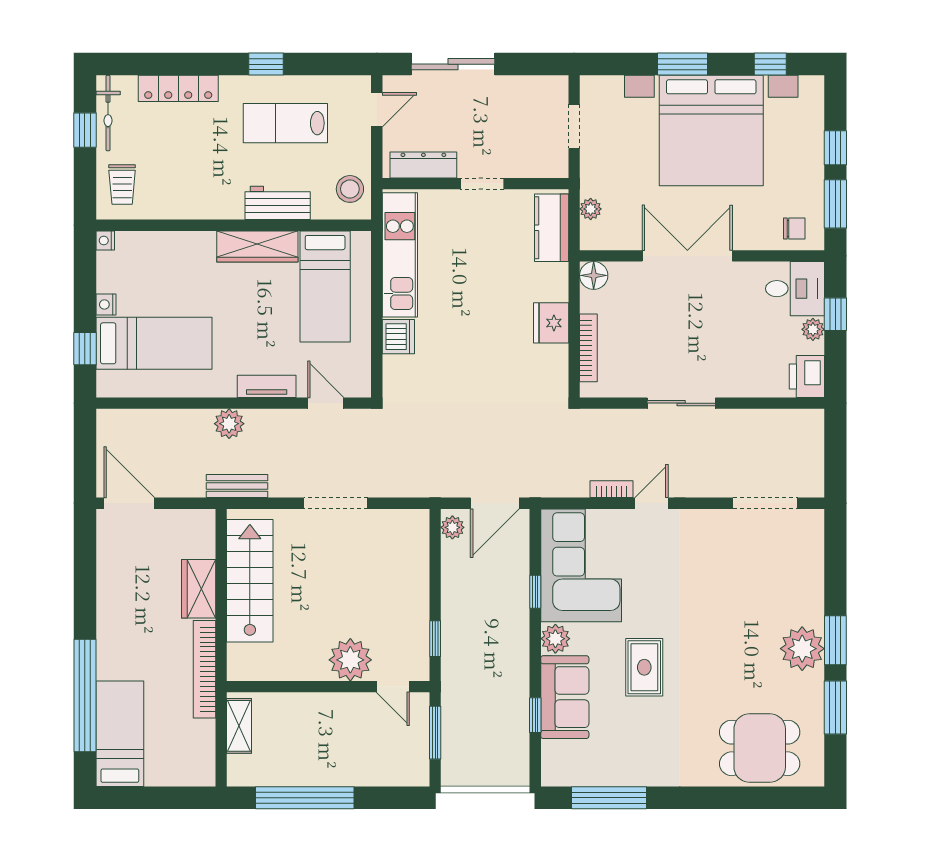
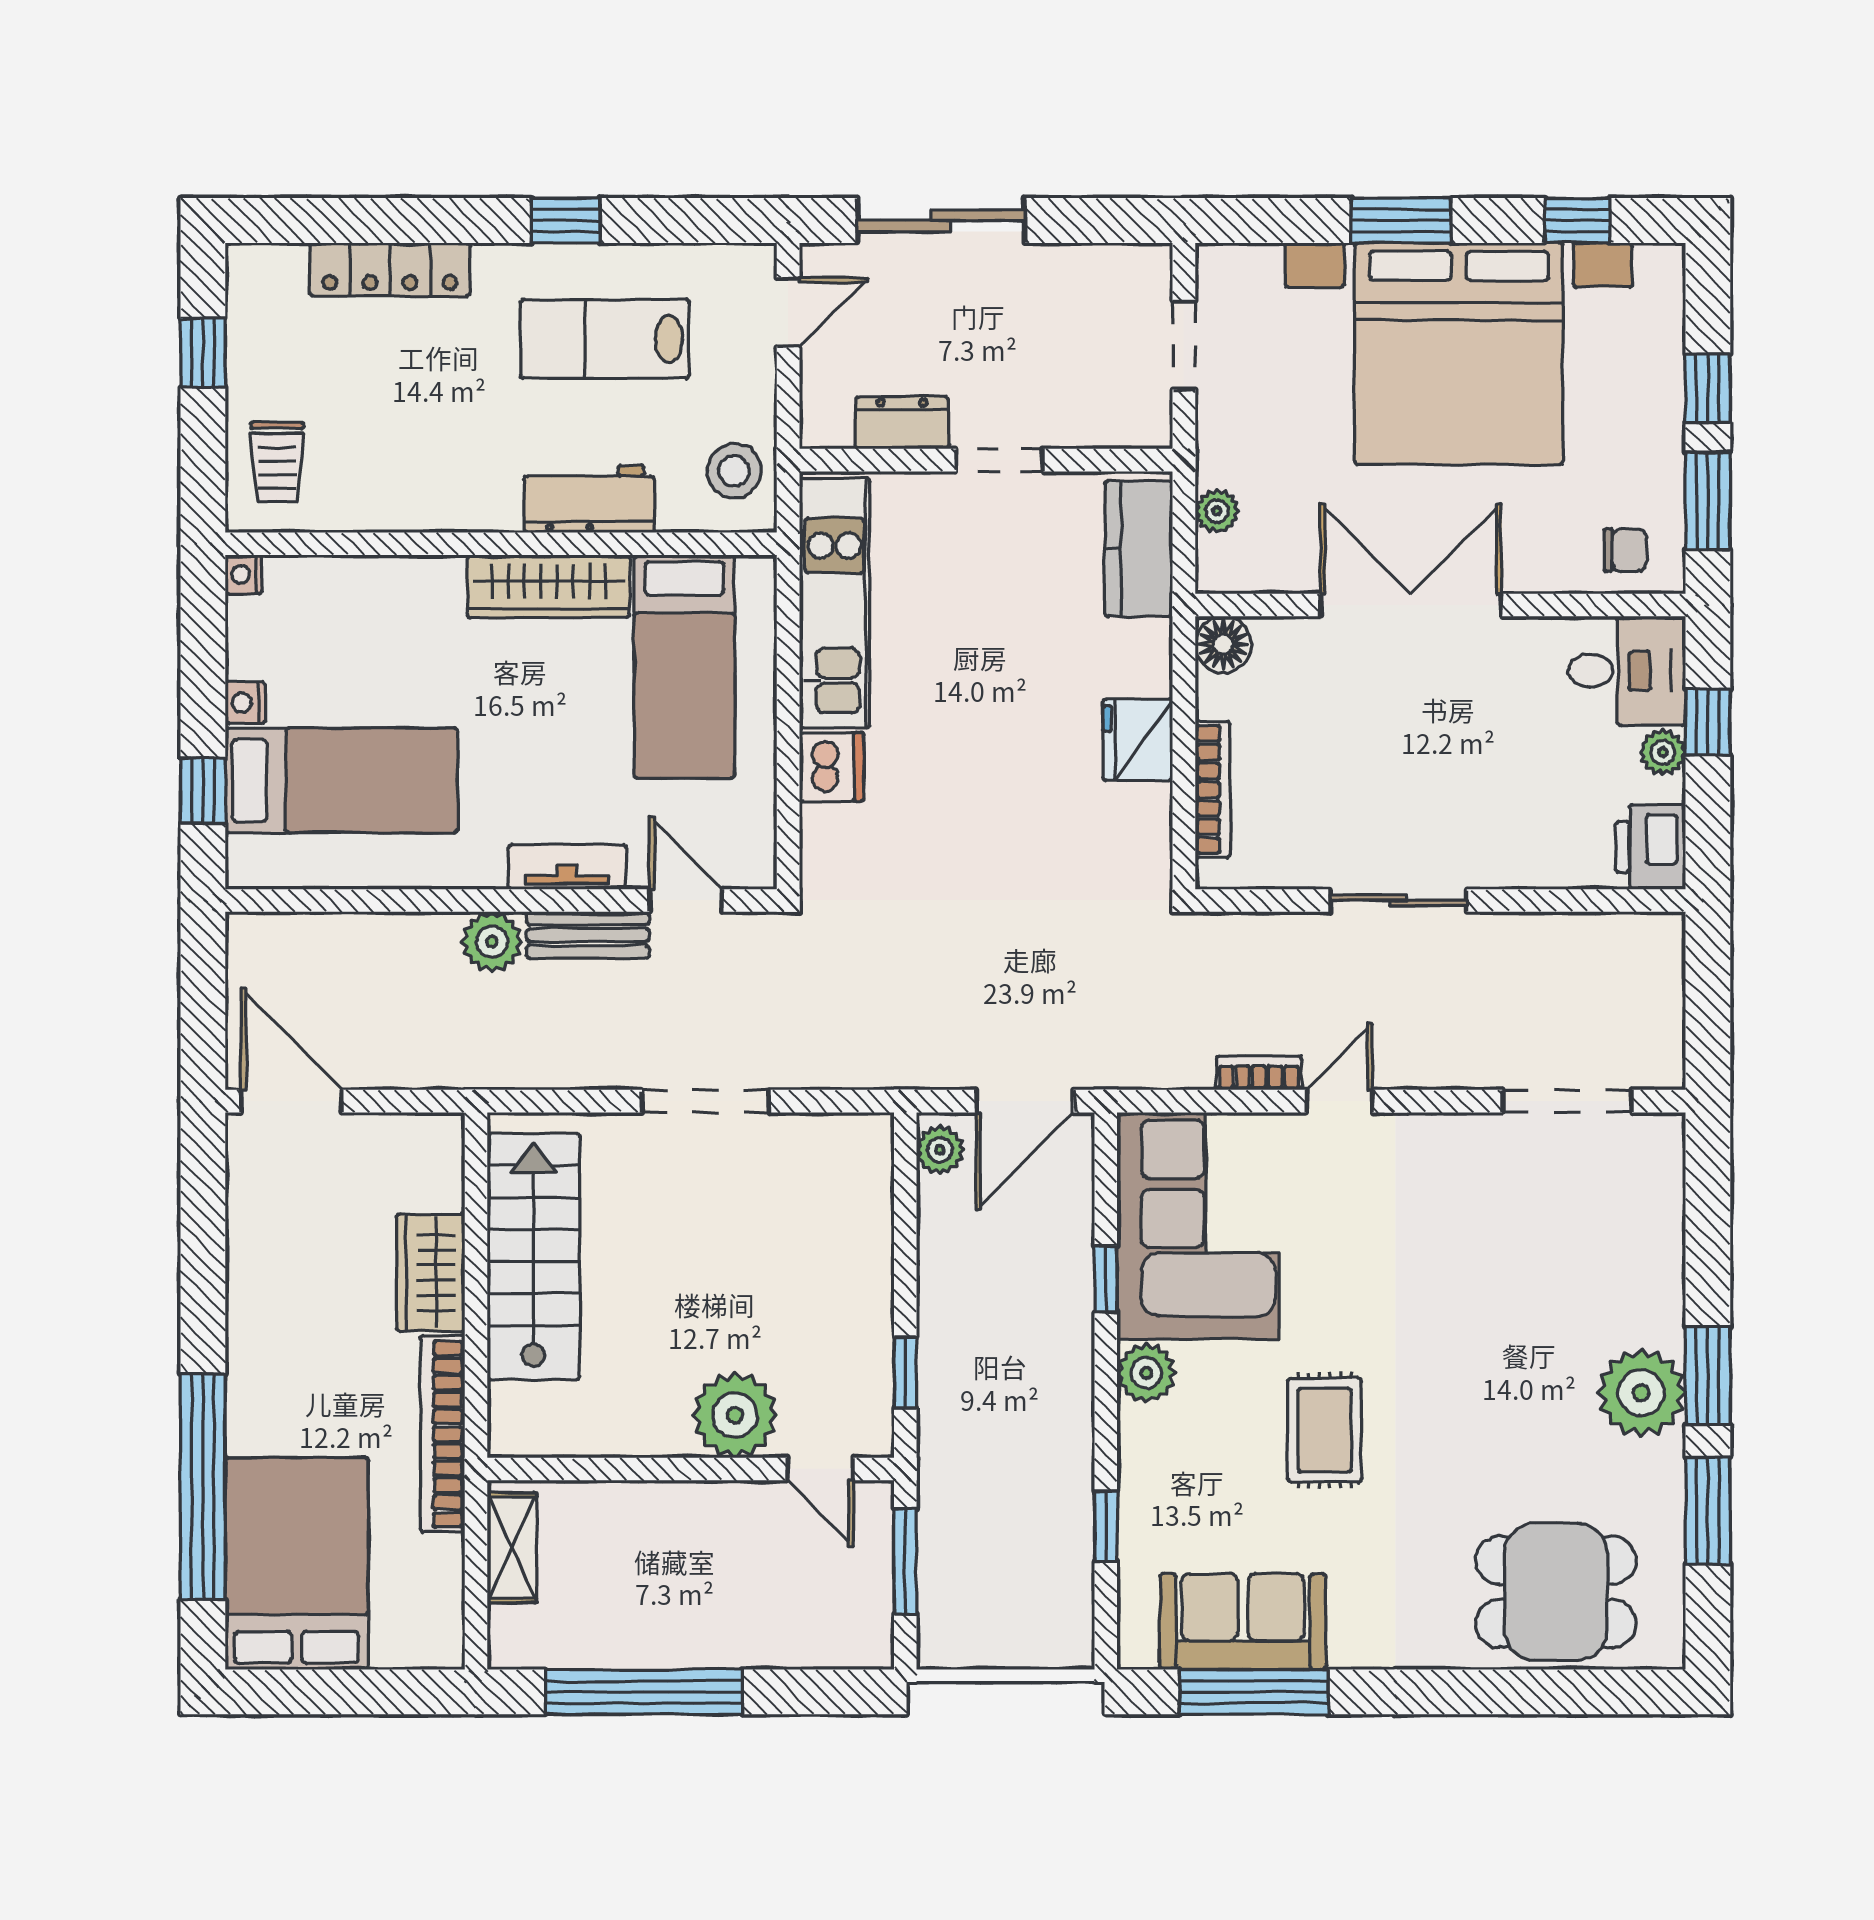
bicycle: (108, 113) -> (249, 319), removed
dresser: (423, 165) -> (902, 423), width x0.70
bench: (237, 486) -> (588, 935), moved
sofa: (565, 697) -> (1243, 1622), moved, turned -90
bed: (120, 734) -> (297, 1564), width x1.50

